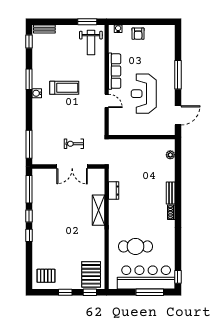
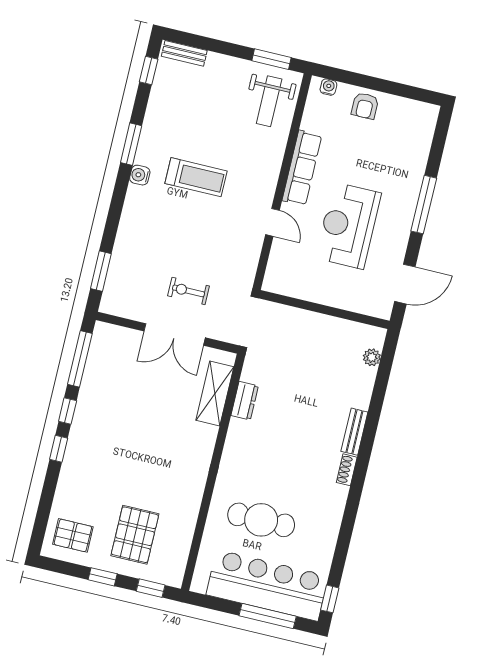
window: (29, 144) -> (101, 271), width x0.69
shelving: (98, 210) -> (215, 394), moved
pallet: (91, 274) -> (135, 535), moved

